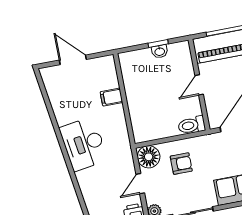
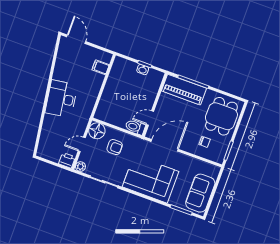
door: (73, 60) -> (76, 39), moved
door: (199, 85) -> (150, 118), moved
filing cabinet: (111, 97) -> (101, 67), moved

